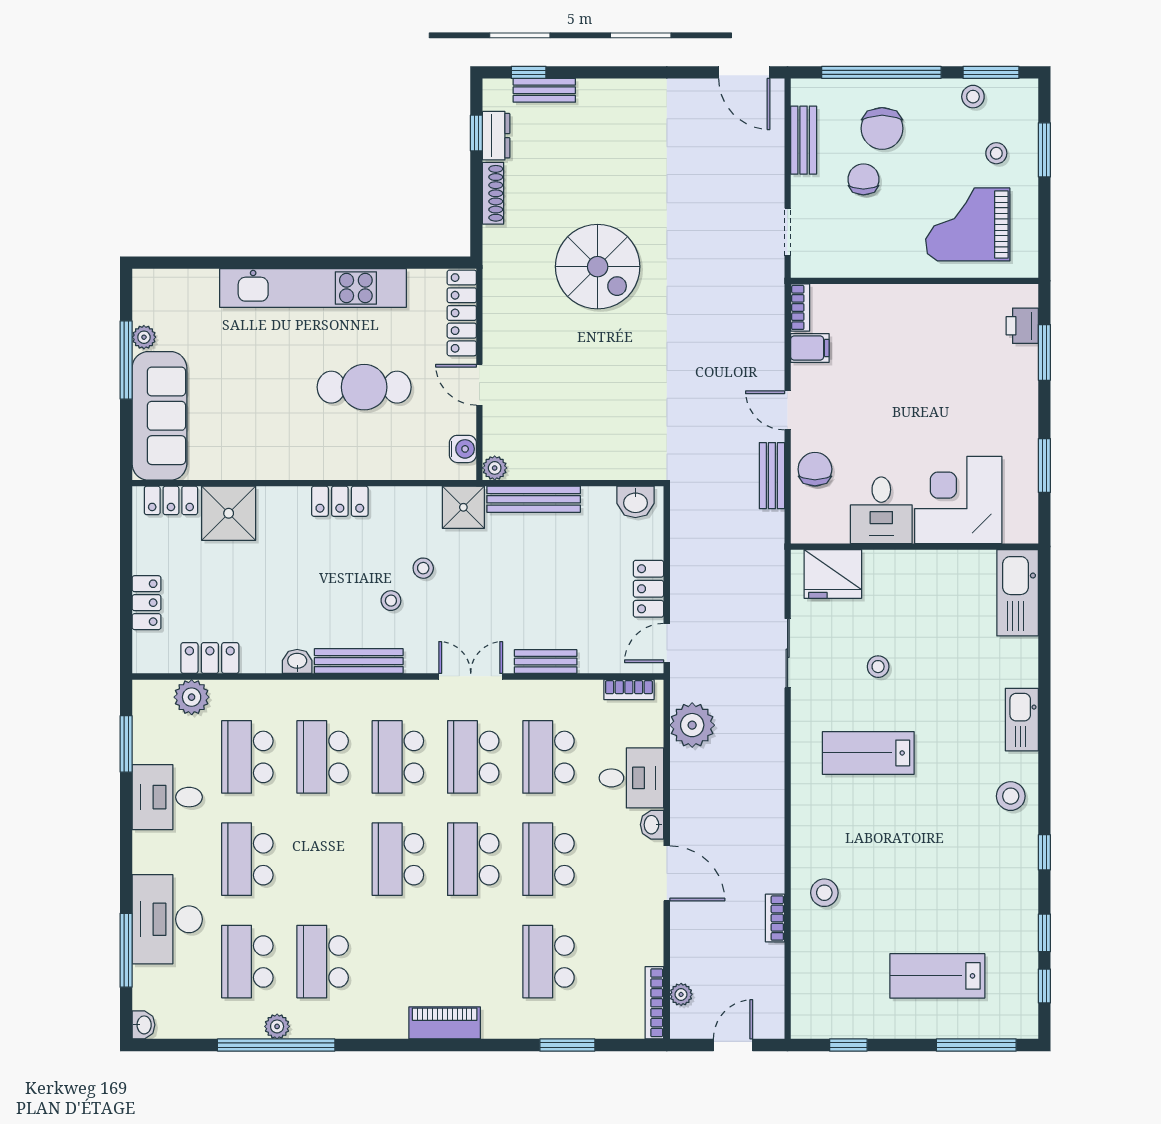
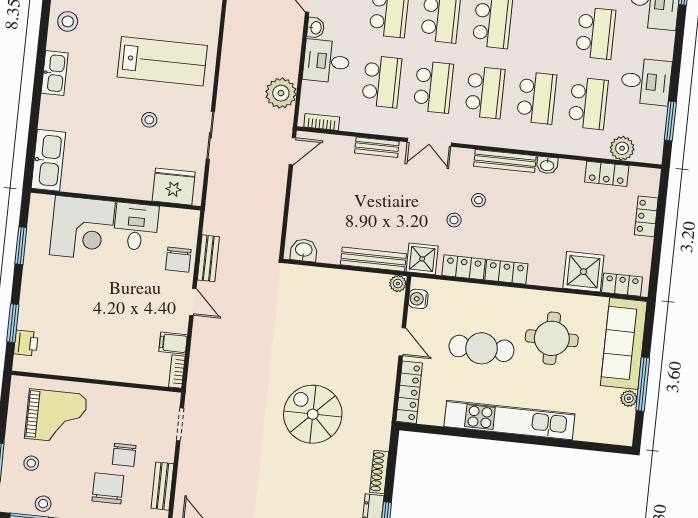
round table: (264, 412) -> (552, 338), added
locker: (649, 589) -> (464, 267), moved, turned -90
lab bench: (868, 753) -> (162, 61), width x1.36, depth x1.39

